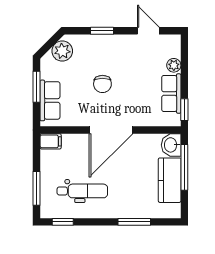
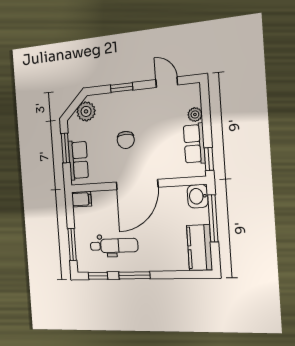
kitchen counter: (170, 180) -> (199, 248), moved
window: (134, 222) -> (134, 275), moved

